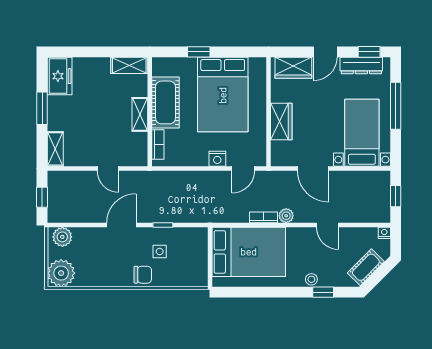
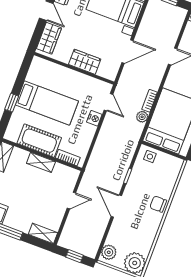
bed: (223, 95) -> (47, 103), width x0.67
plant: (286, 216) -> (142, 117), moved
side table: (160, 252) -> (150, 157), moved
chair: (143, 275) -> (158, 204), turned -90

